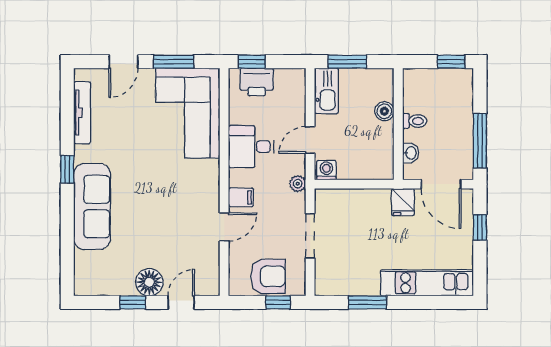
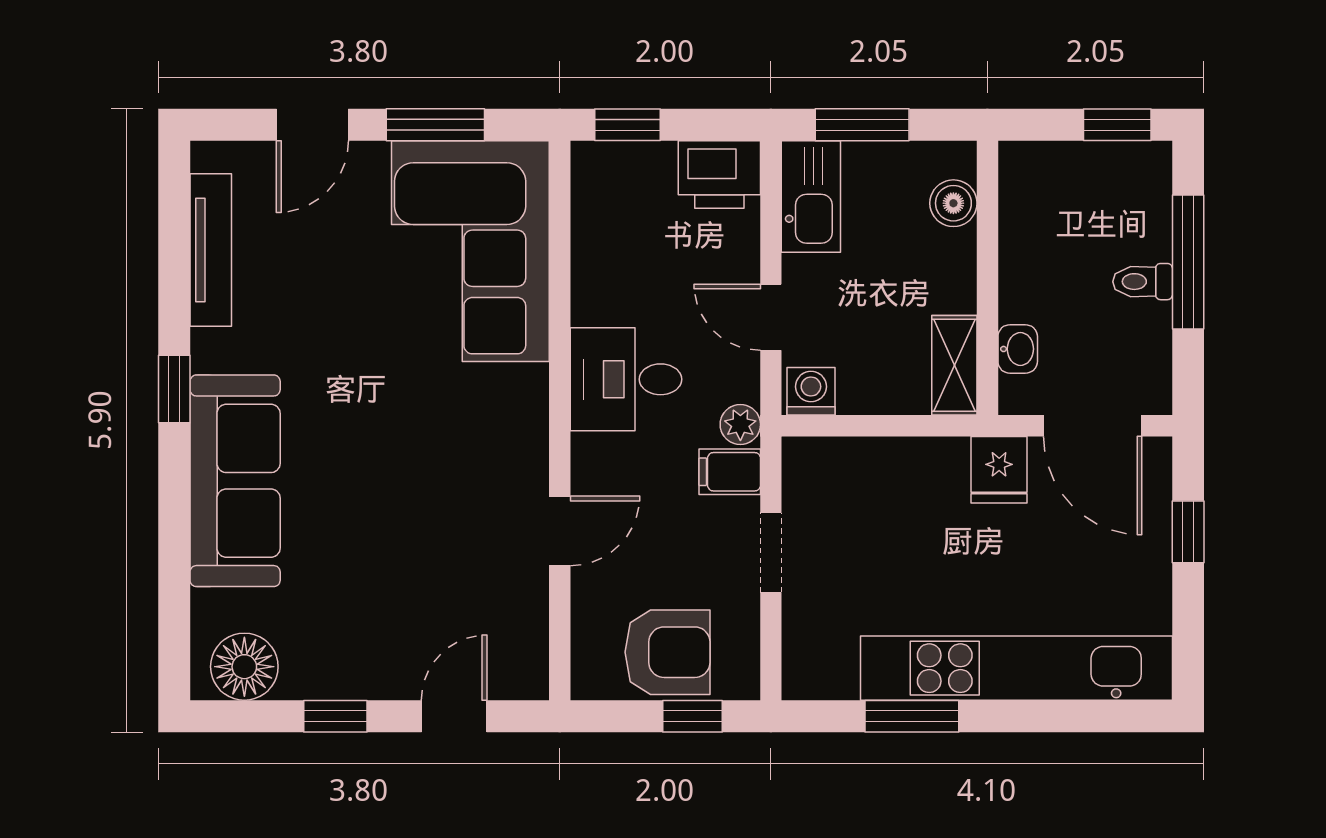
printer: (257, 82) -> (719, 175), moved
boiler: (384, 111) -> (953, 203), moved
toilet: (415, 121) -> (1143, 282), moved, turned 180
door: (310, 140) -> (771, 317), hinge flipped
window: (480, 141) -> (1188, 262), moved
desk: (251, 147) -> (626, 379), moved
shelving: (385, 160) -> (954, 365), added
filing cabinet: (241, 197) -> (730, 472), moved, turned 180
doorway: (310, 236) -> (771, 553), width x0.73
floor lamp: (149, 282) -> (244, 667), moved
kitchen unit: (427, 283) -> (1016, 668), width x1.36

